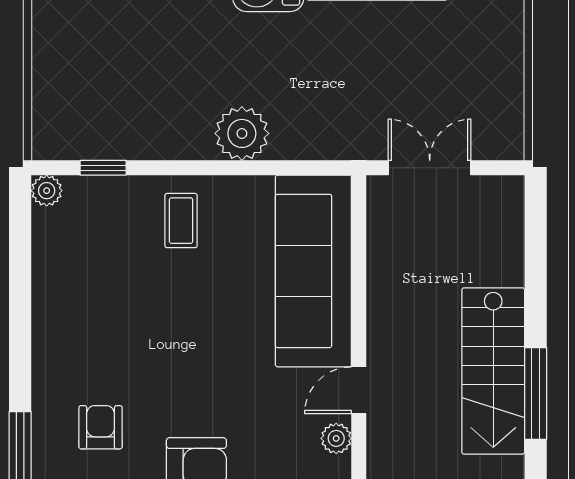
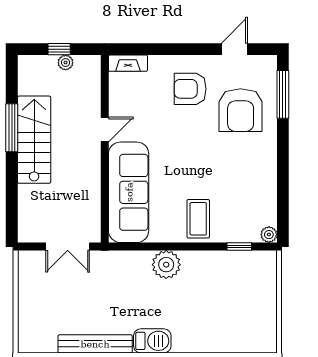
coffee table: (181, 221) -> (198, 219), width x1.36, depth x1.30
armchair: (101, 427) -> (241, 110), width x1.88, depth x1.88
plant: (336, 438) -> (117, 104), removed

